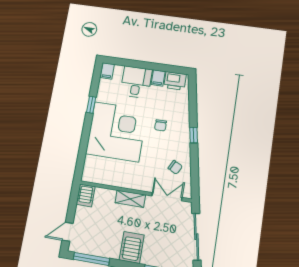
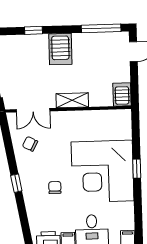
window: (91, 105) -> (137, 169), moved

